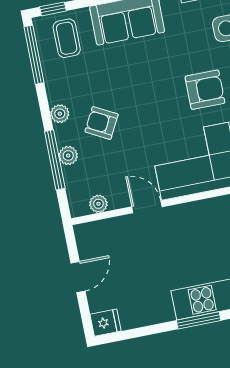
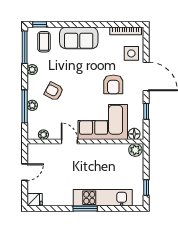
armchair: (205, 90) -> (113, 84), turned 90
plant: (60, 114) -> (32, 70), moved

